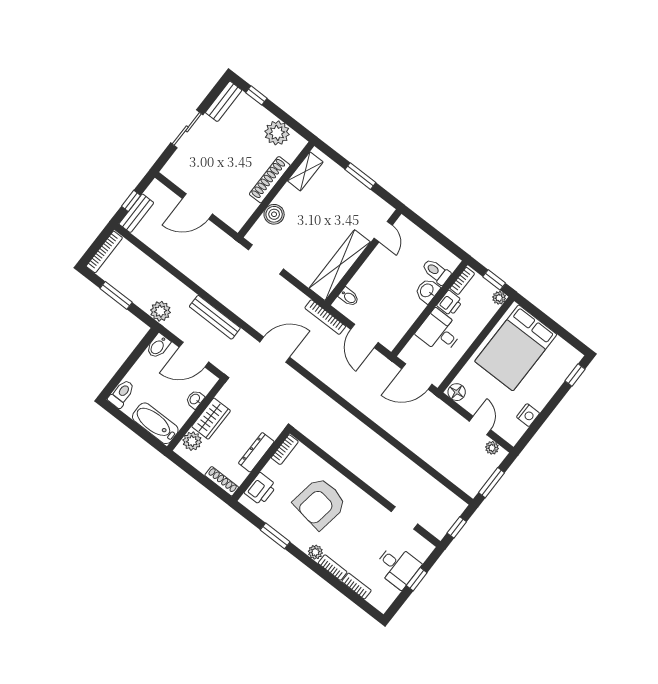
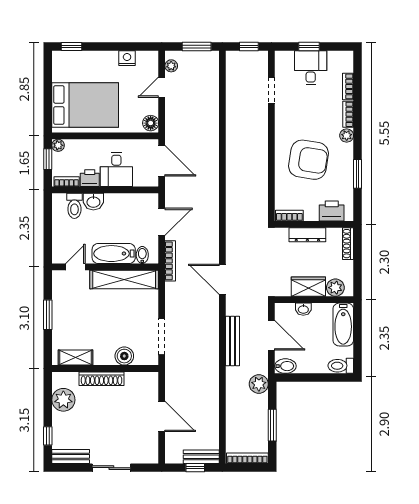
bathtub: (369, 273) -> (114, 254), added

